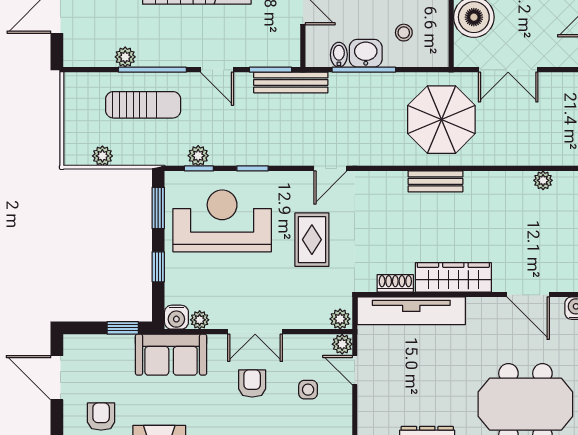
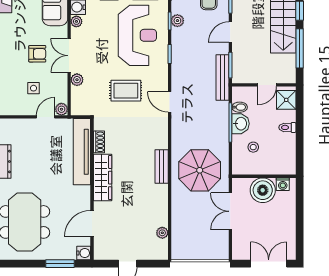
plant: (340, 319) -> (77, 80), moved

